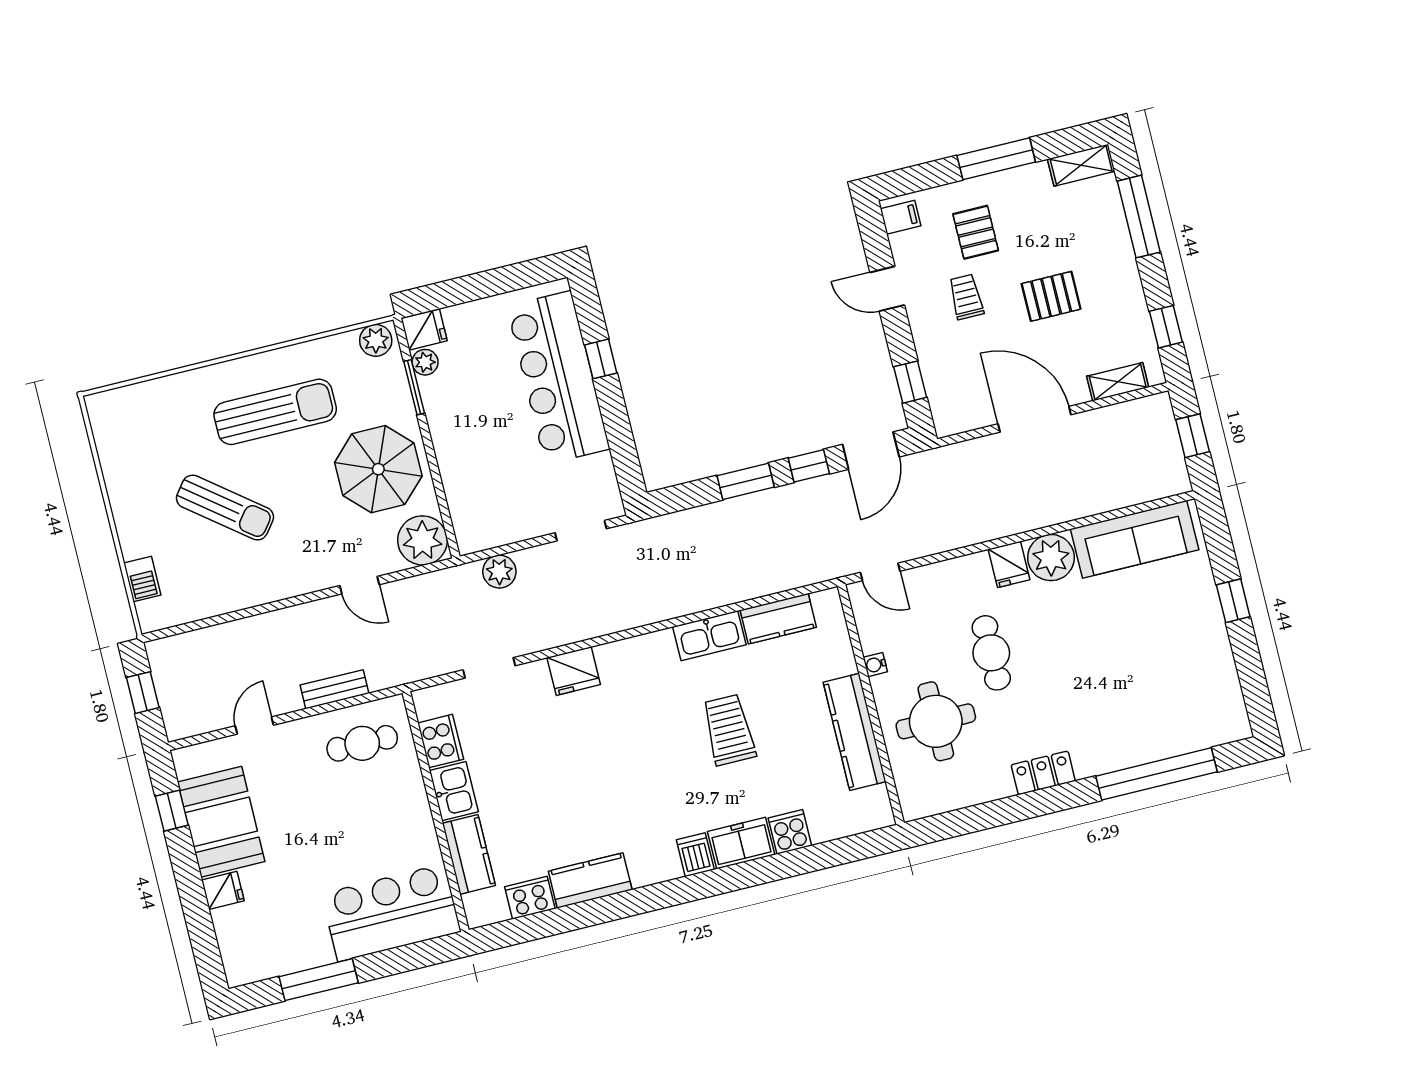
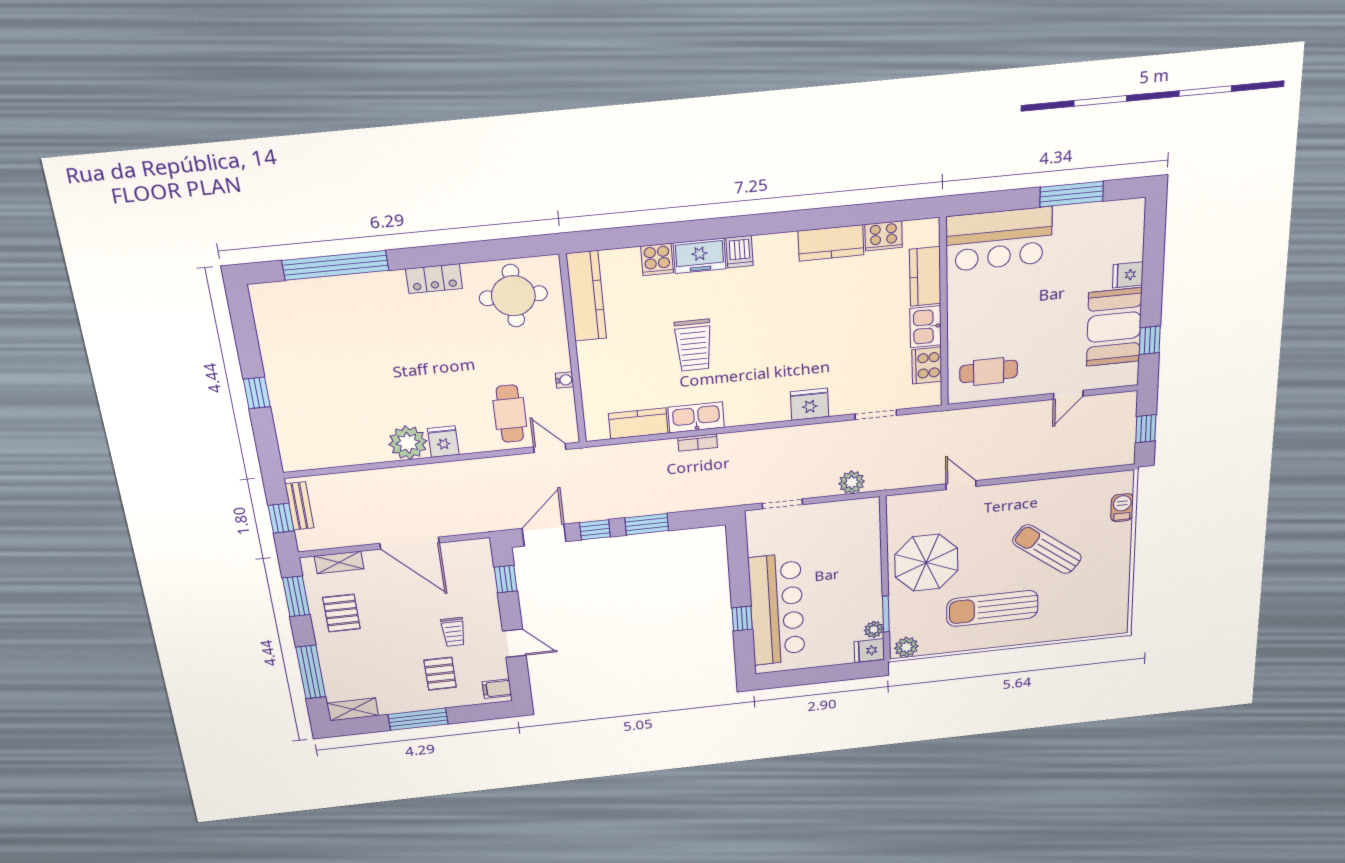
pallet: (1051, 296) -> (341, 613), moved, turned 90
window: (1166, 327) -> (296, 596), width x1.50
sofa: (1135, 539) -> (336, 448), removed
plant: (422, 540) -> (905, 511), removed
bookcase: (702, 602) -> (698, 443), added
cafe table: (991, 653) -> (510, 414), moved
bench: (334, 689) -> (299, 506), moved, turned 90
round table: (936, 721) -> (513, 296), moved
kitchen counter: (855, 732) -> (586, 296), moved

